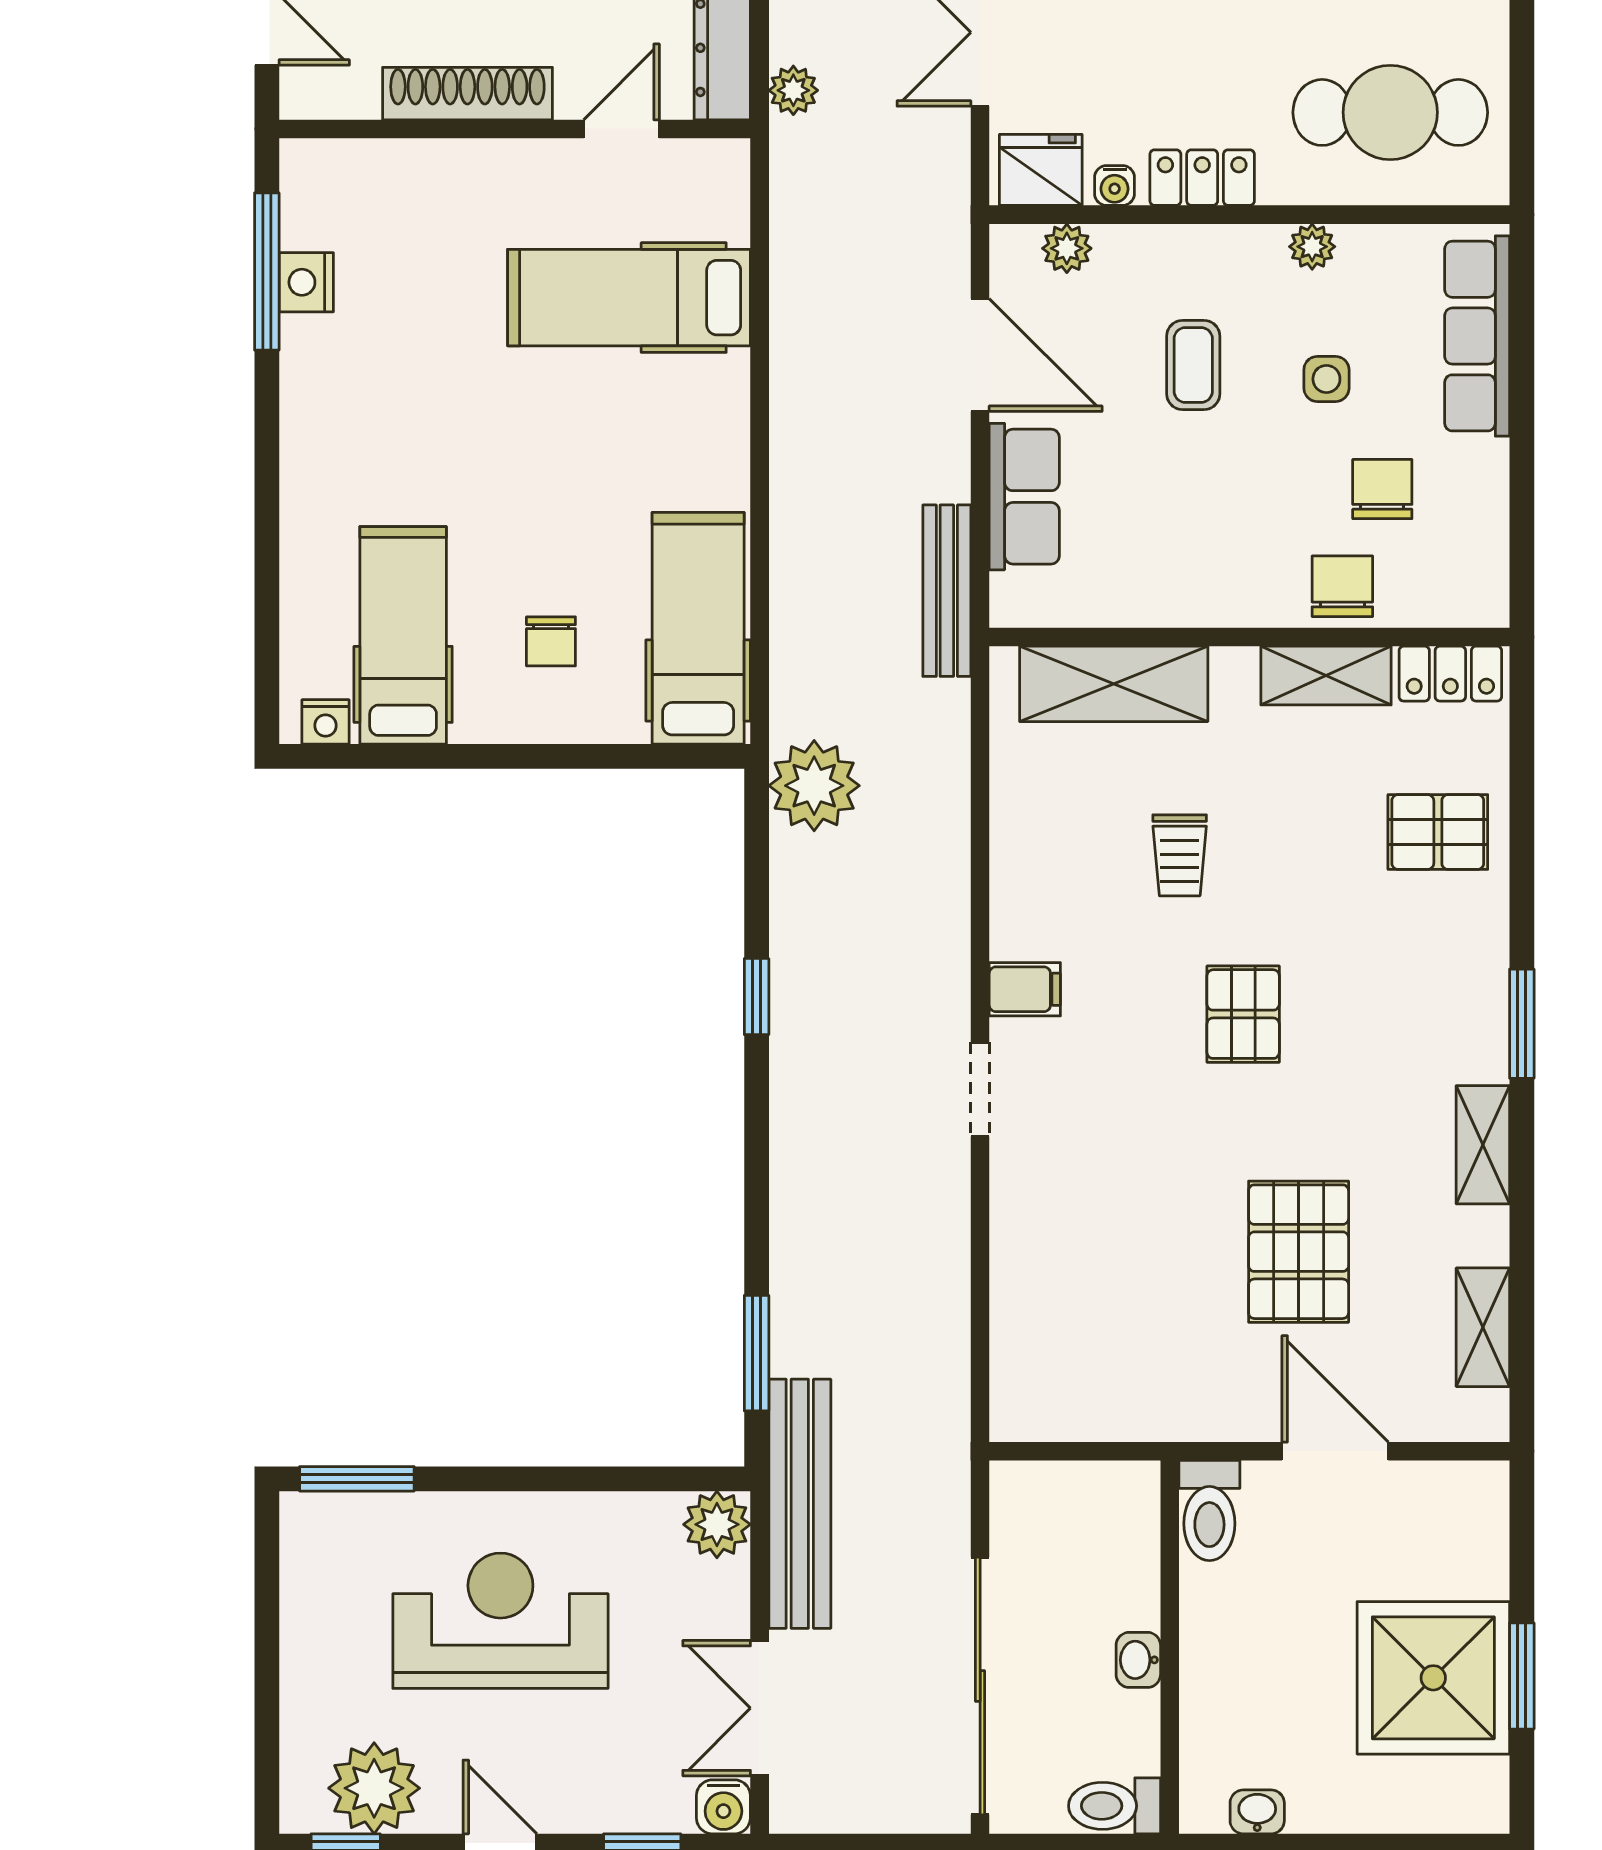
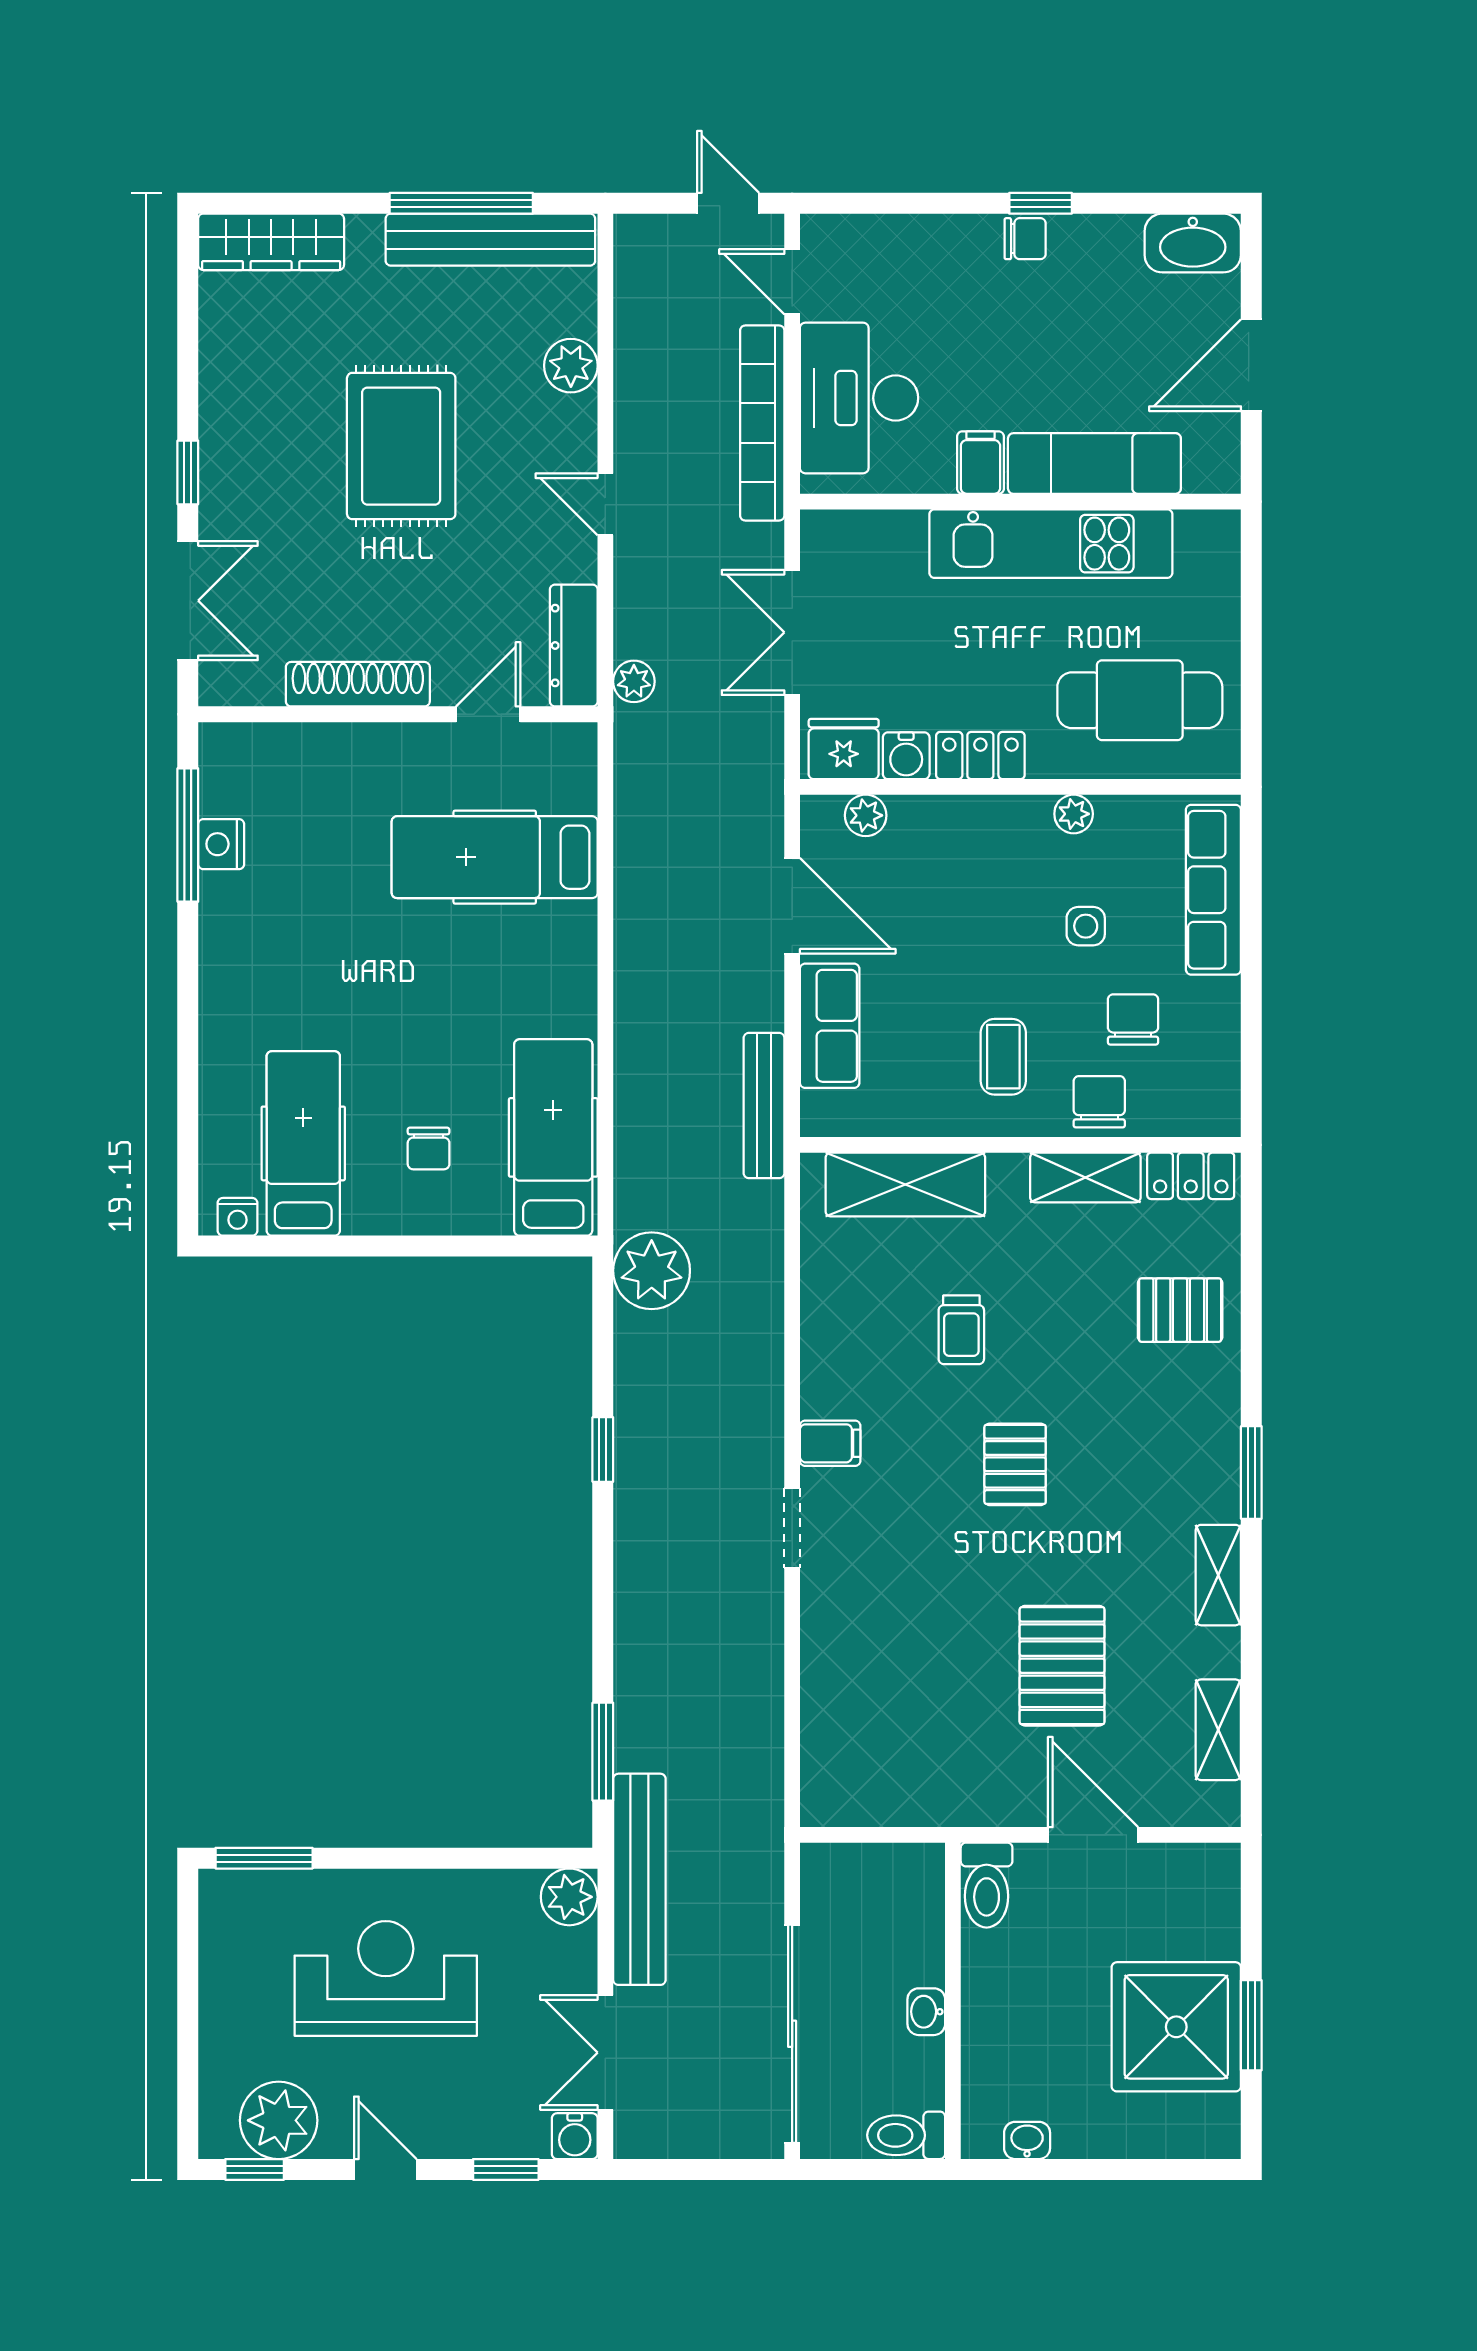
water cooler: (1115, 186) -> (906, 756), width x1.38, depth x1.38
coffee table: (1193, 365) -> (1003, 1057), moved

